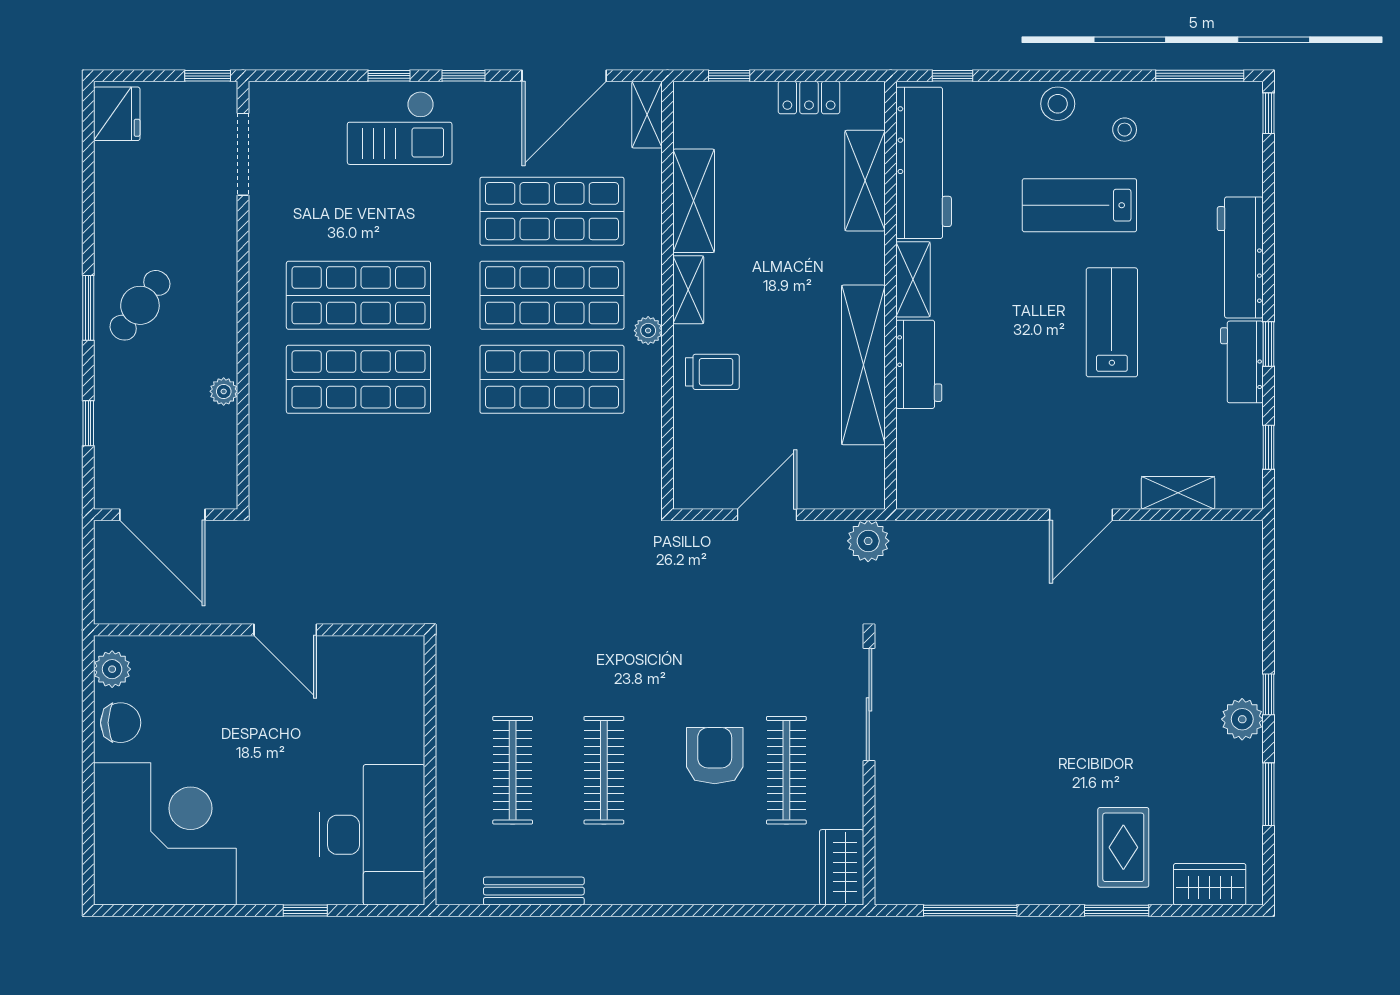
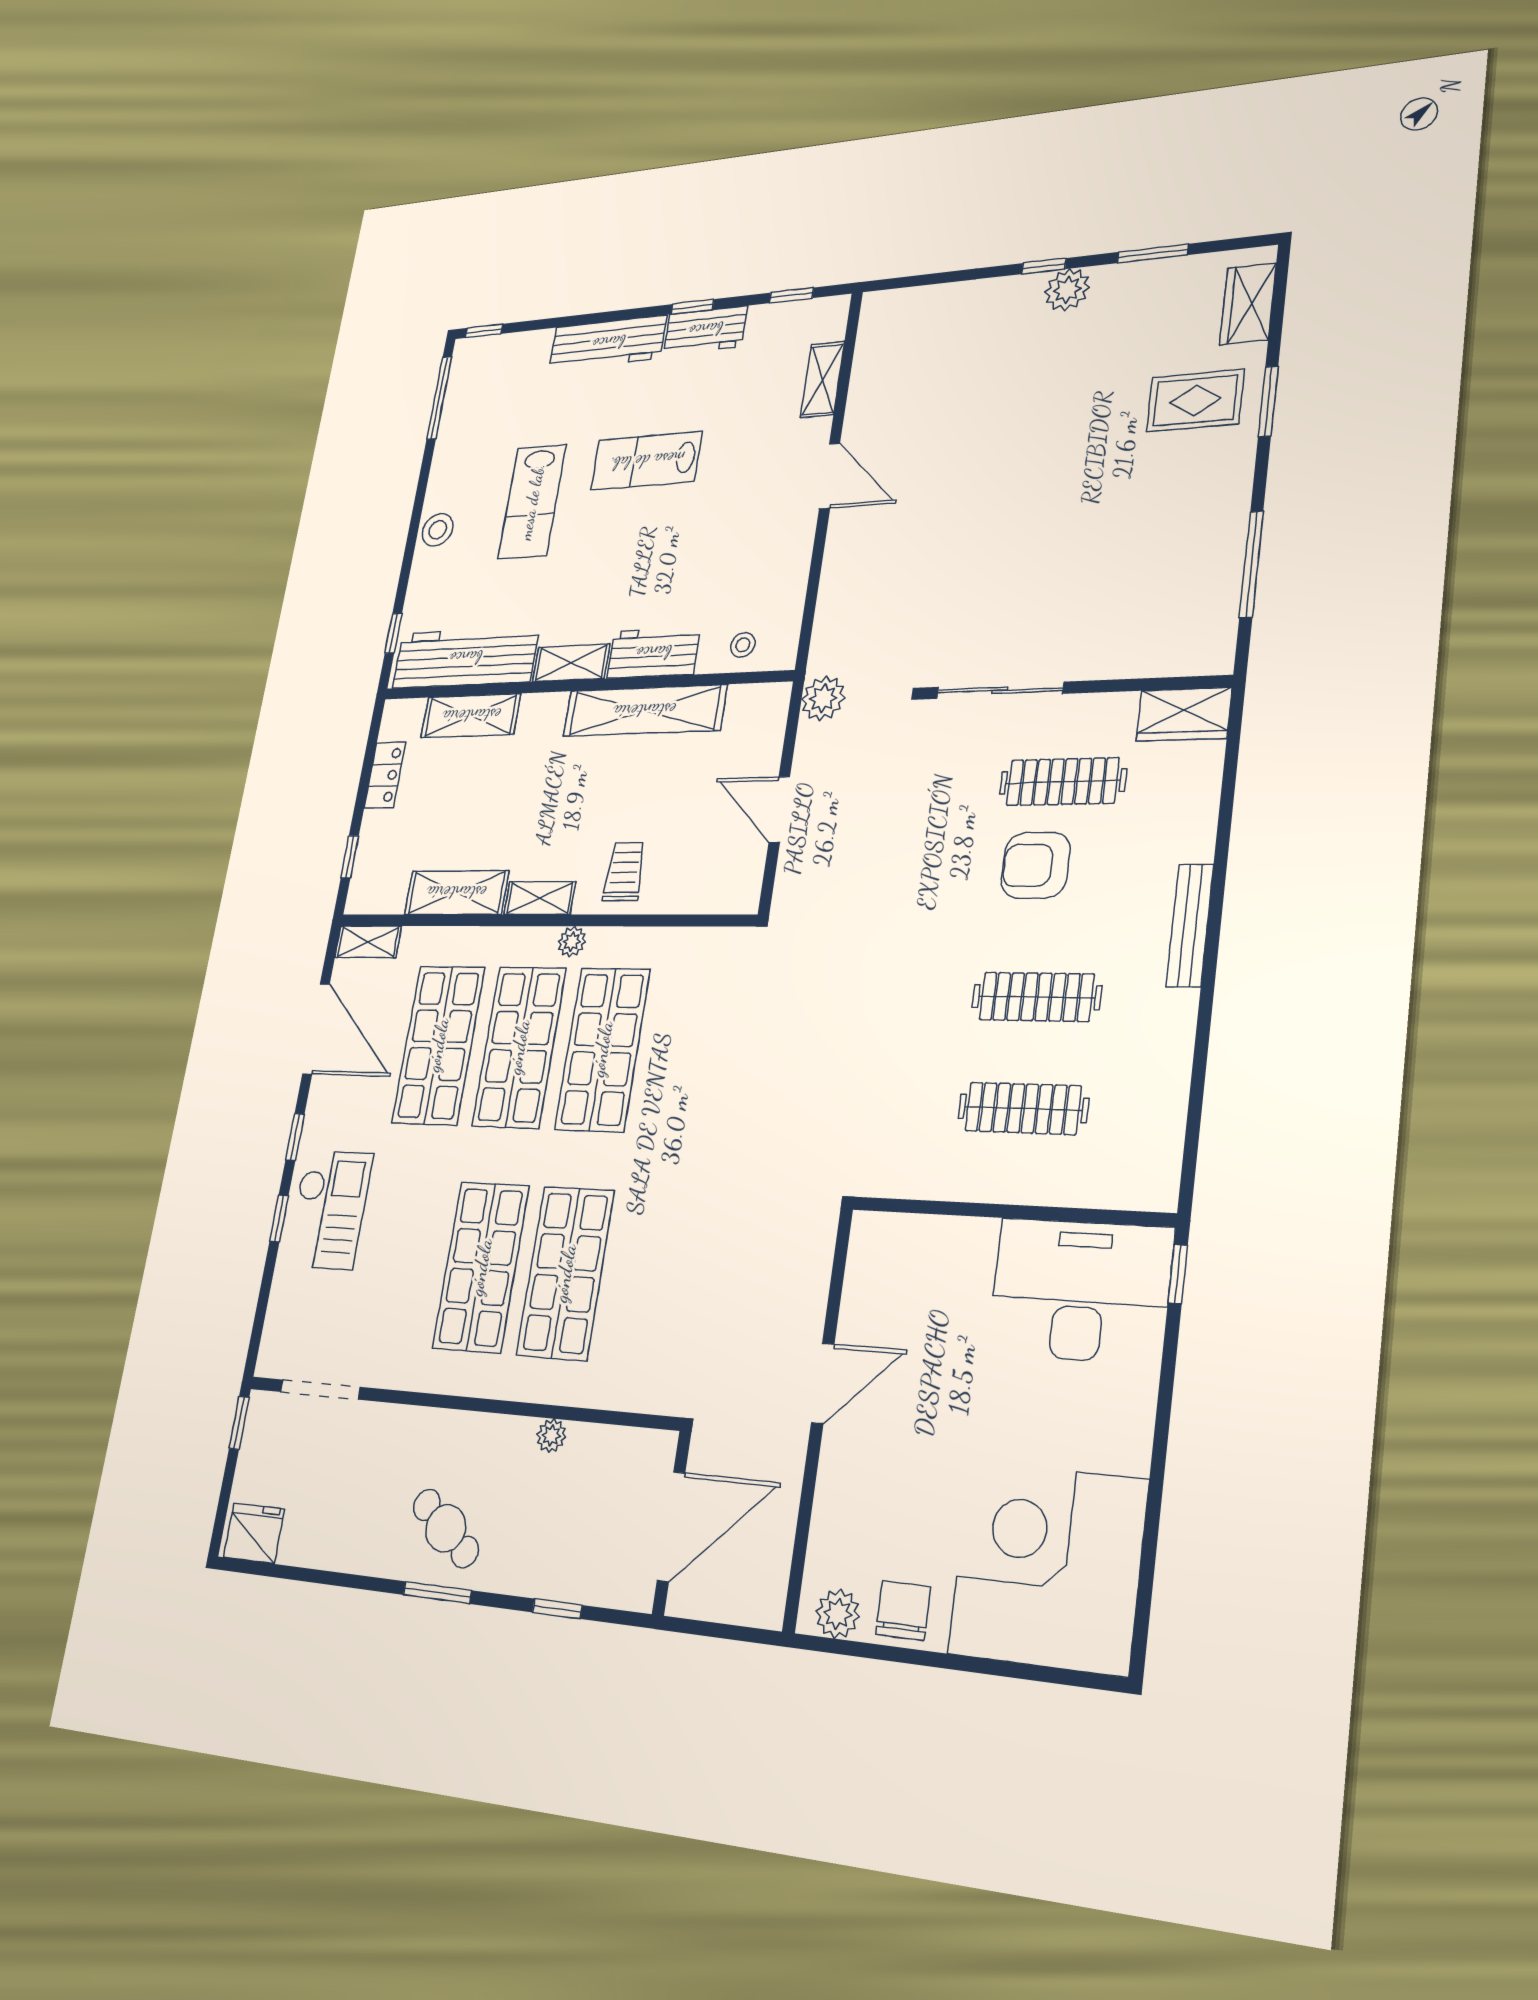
stool: (1125, 130) -> (743, 645), moved
bench: (534, 891) -> (1190, 925), moved
window: (305, 911) -> (1178, 1274), moved

